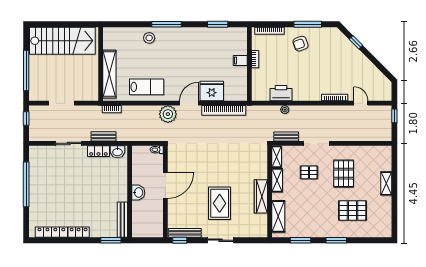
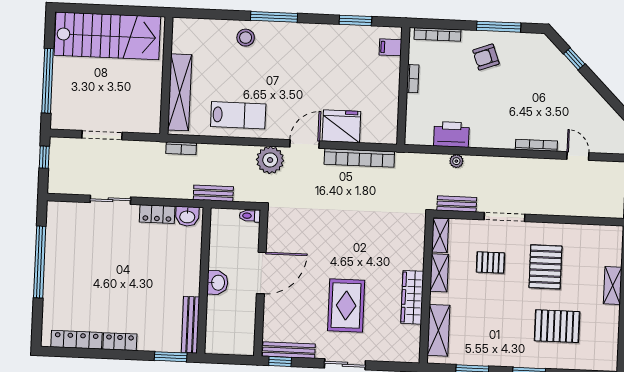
filing cabinet: (240, 61) -> (390, 47), moved
bench: (104, 136) -> (213, 193), moved

